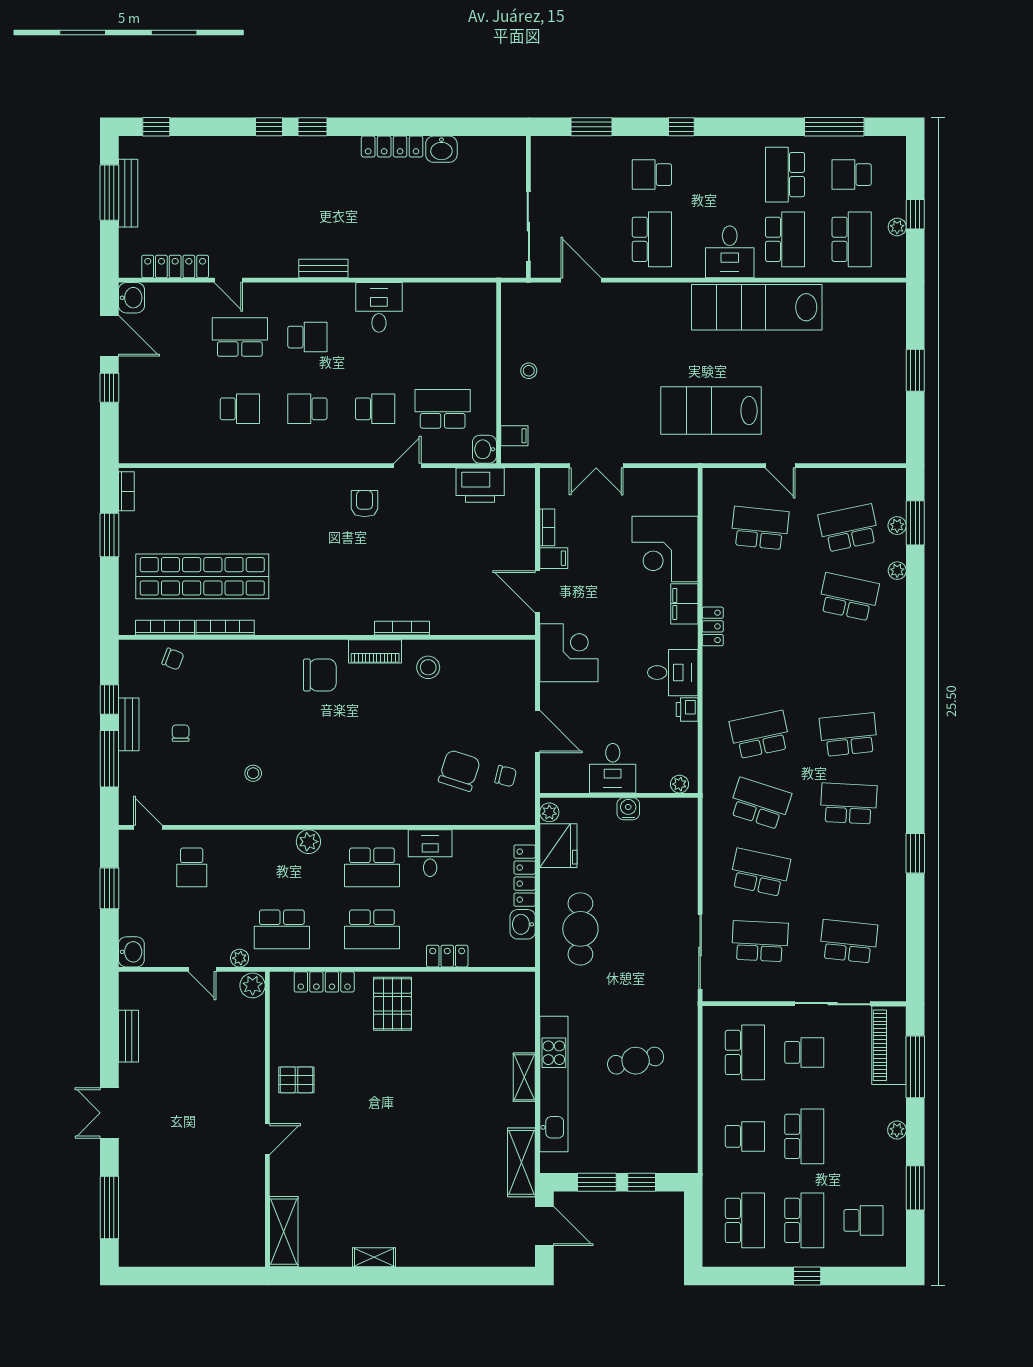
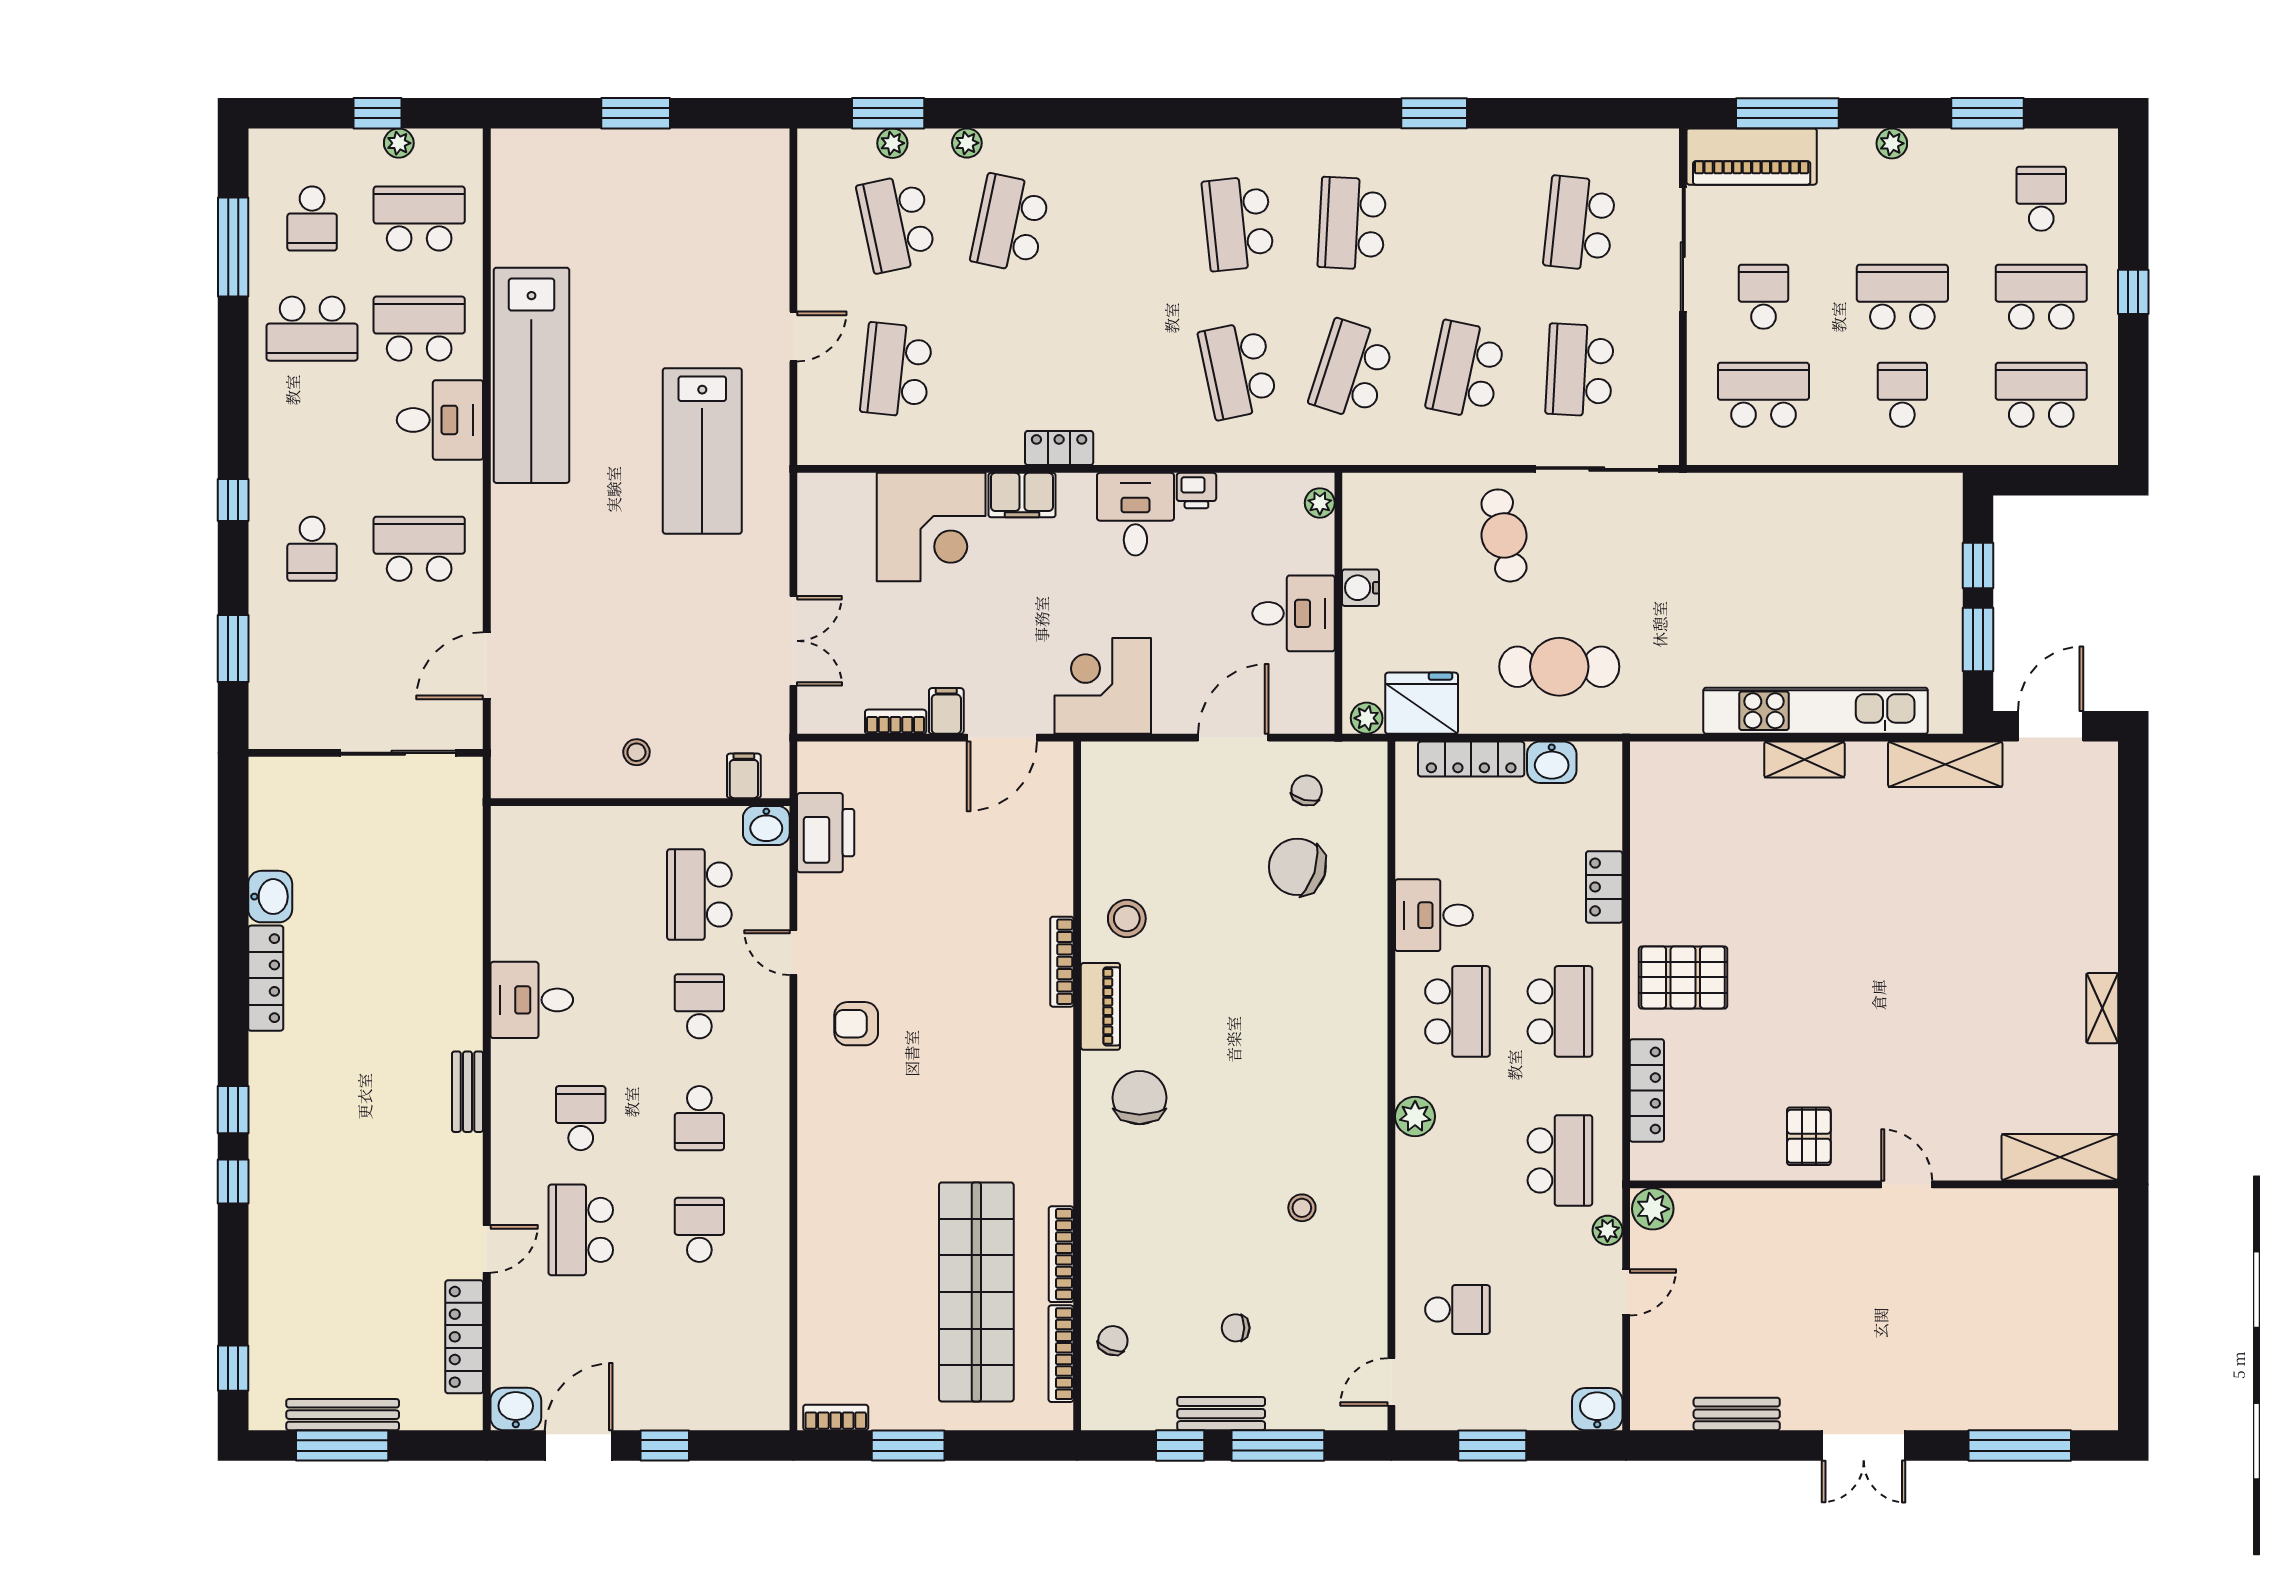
cafe table: (636, 1061) -> (1504, 535), moved

